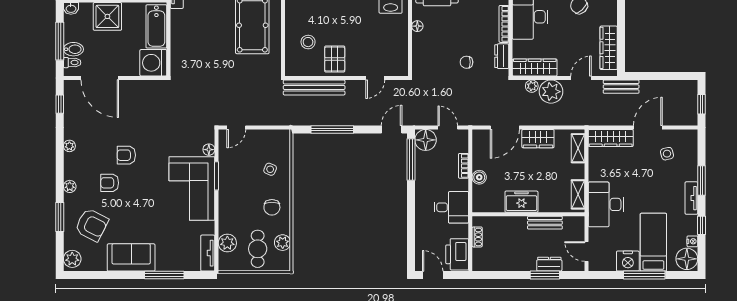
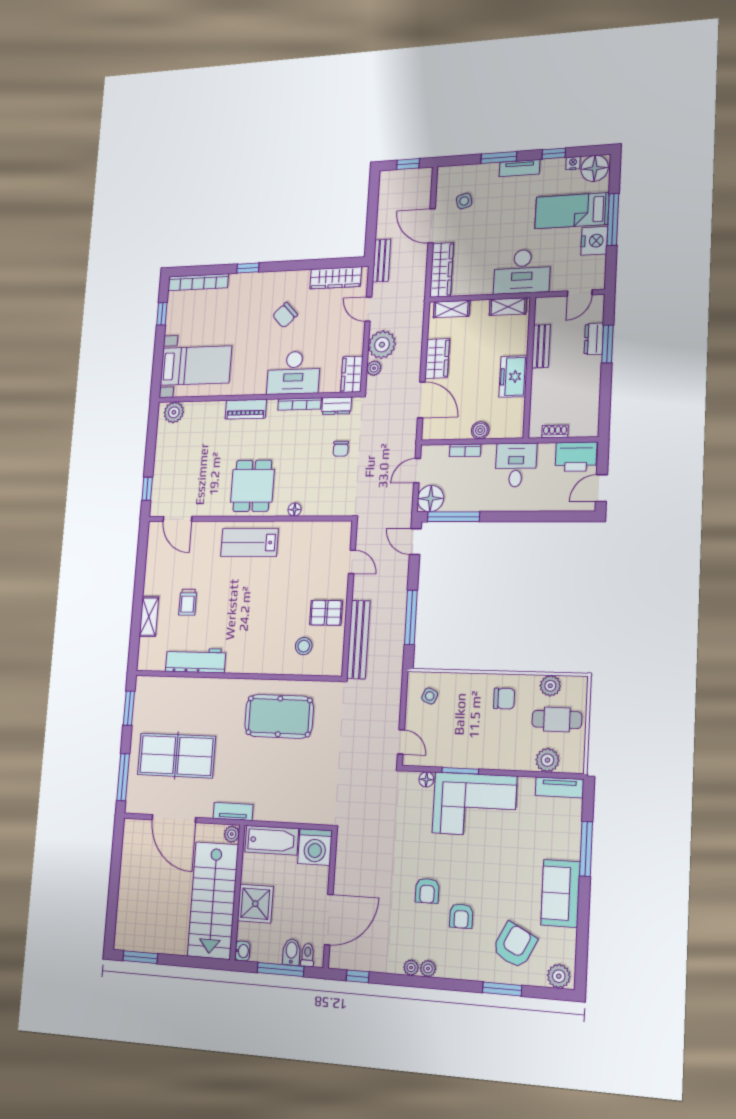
wardrobe: (535, 68) -> (352, 374), width x0.67
side table: (270, 169) -> (430, 696), moved
plant: (70, 186) -> (428, 969), moved

